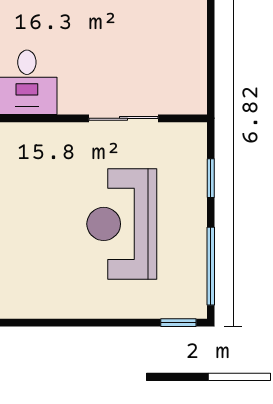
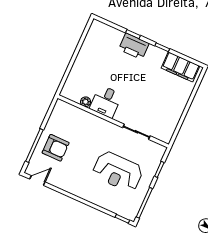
reception desk: (122, 224) -> (118, 172), turned -90

